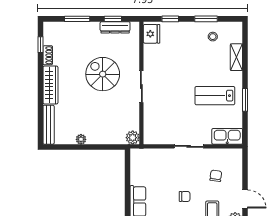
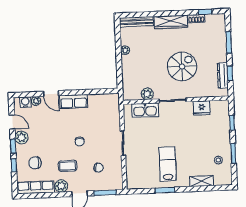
fridge: (152, 34) -> (202, 108), moved
kitchen sink: (227, 136) -> (145, 110), moved, turned 90
plant: (133, 138) -> (147, 94), moved
window: (245, 169) -> (105, 193), added

